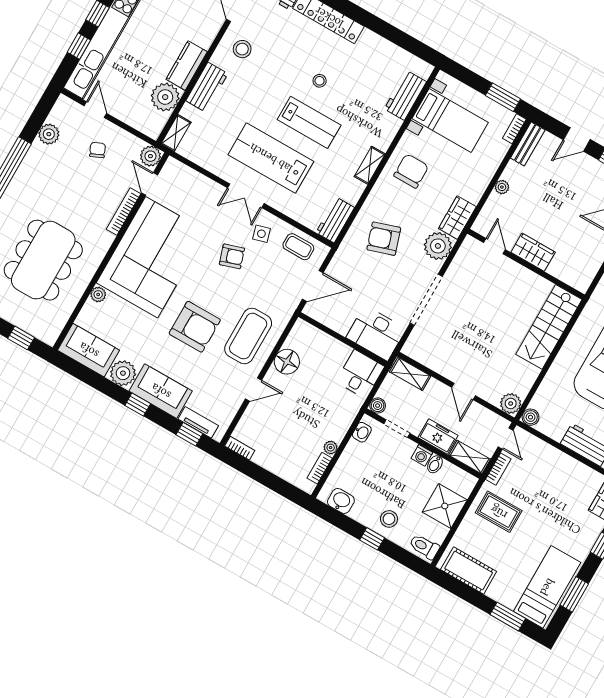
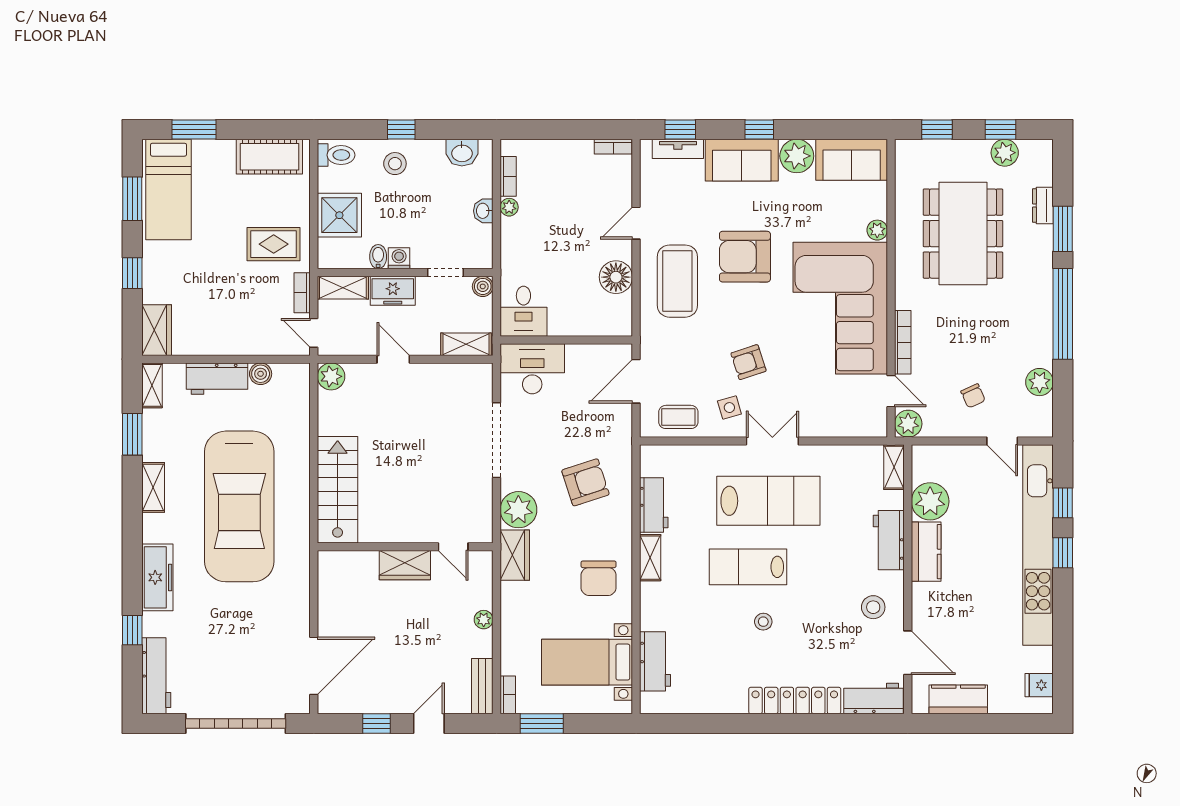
workbench: (335, 220) -> (654, 505), moved
boiler: (531, 417) -> (261, 374), moved
washbasin: (362, 432) -> (483, 211), moved

